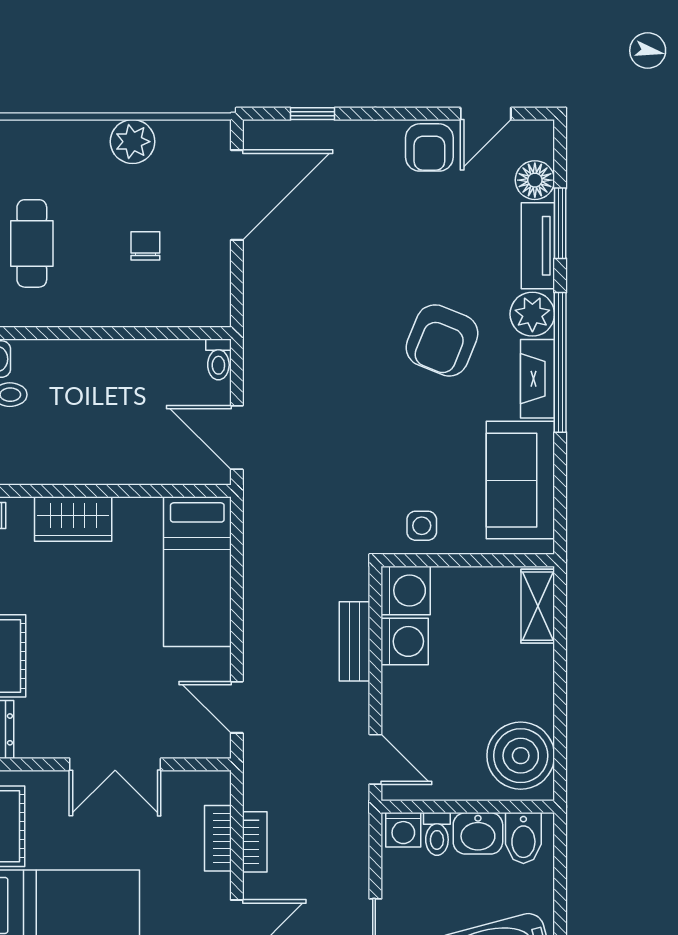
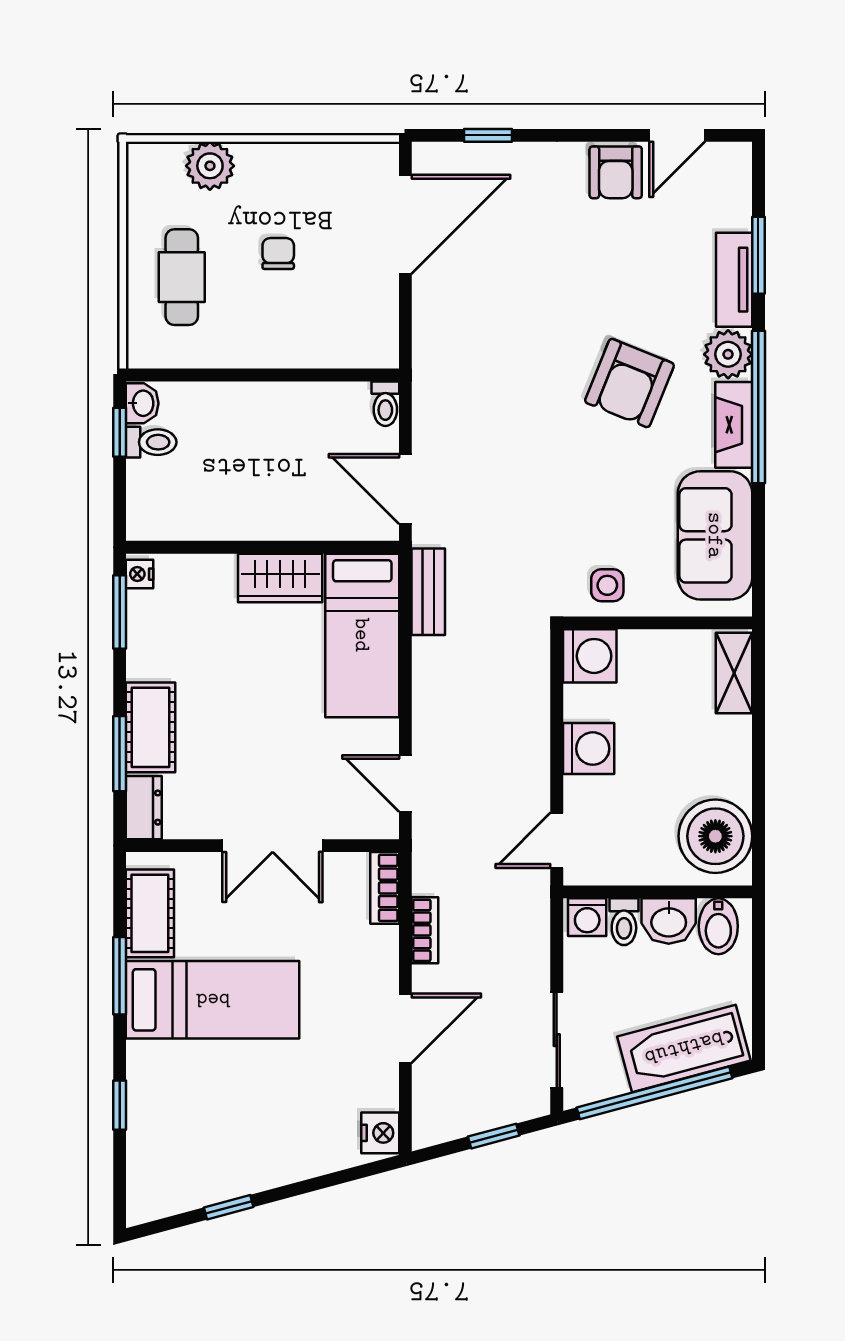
plant: (133, 142) -> (210, 166), moved
floor lamp: (535, 180) -> (731, 208), removed
chair: (145, 246) -> (278, 253), moved
wardrobe: (73, 519) -> (280, 578), moved
bench: (354, 641) -> (428, 592), moved
washing machine: (405, 641) -> (589, 749), moved
door: (375, 759) -> (557, 840), swing flipped
bookcase: (218, 838) -> (385, 888), moved

